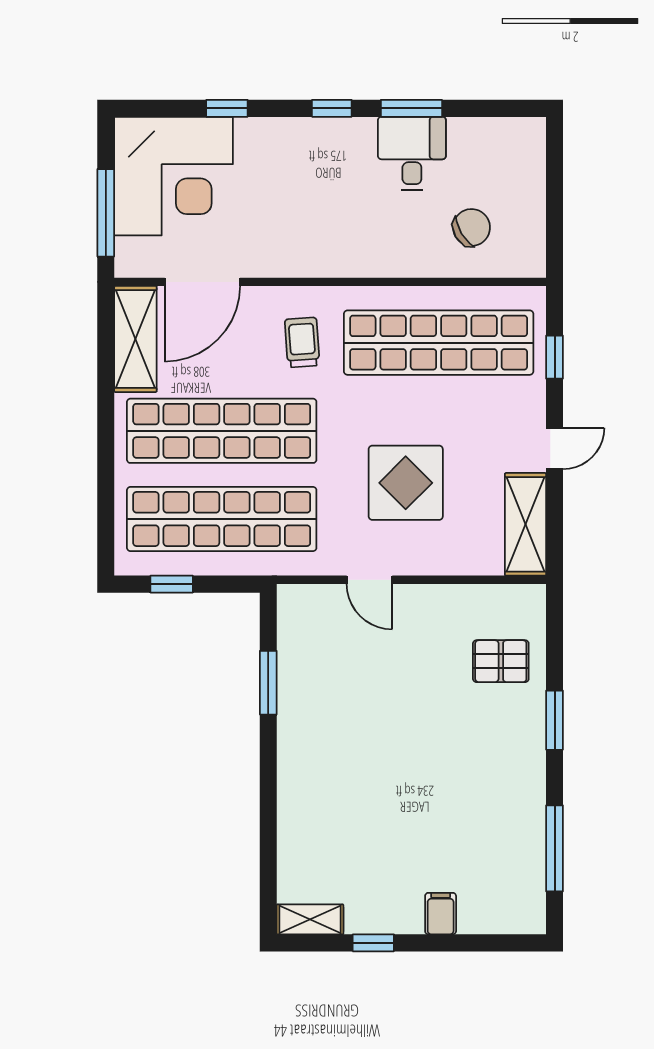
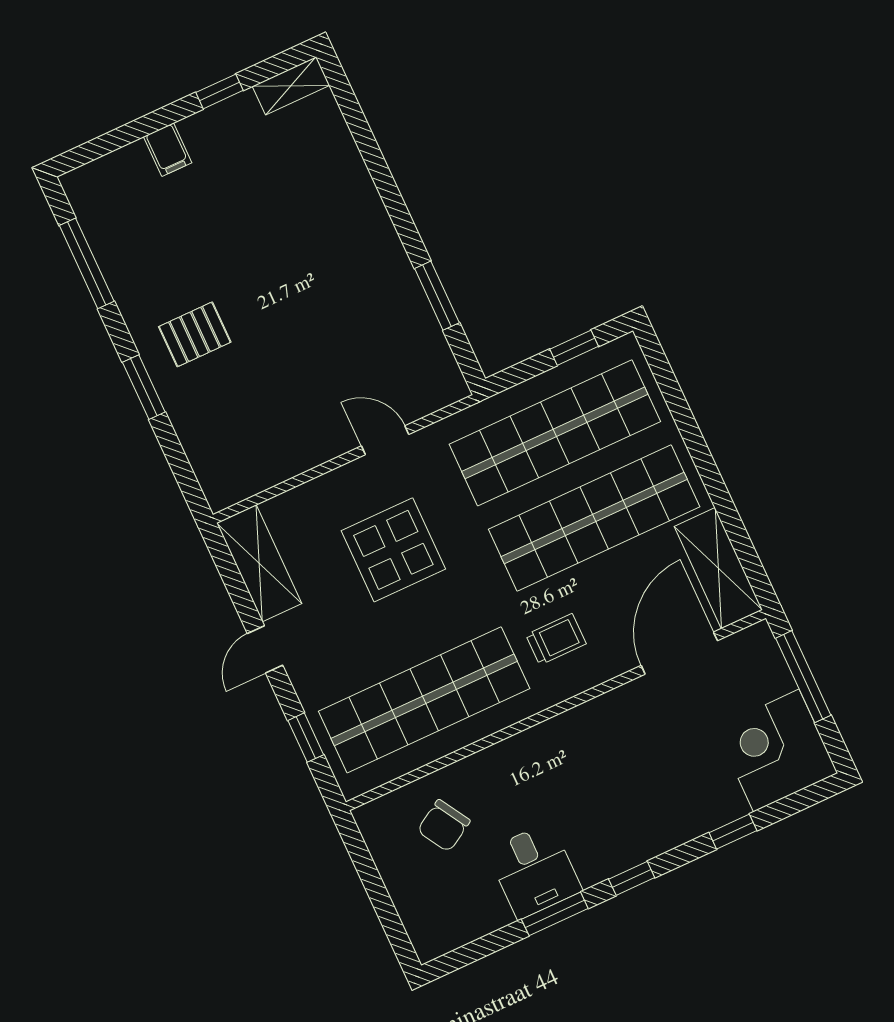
corner desk: (174, 176) -> (776, 751), width x0.74, depth x0.74
trolley: (302, 342) -> (556, 639), turned -86
pallet: (501, 661) -> (195, 334), moved

